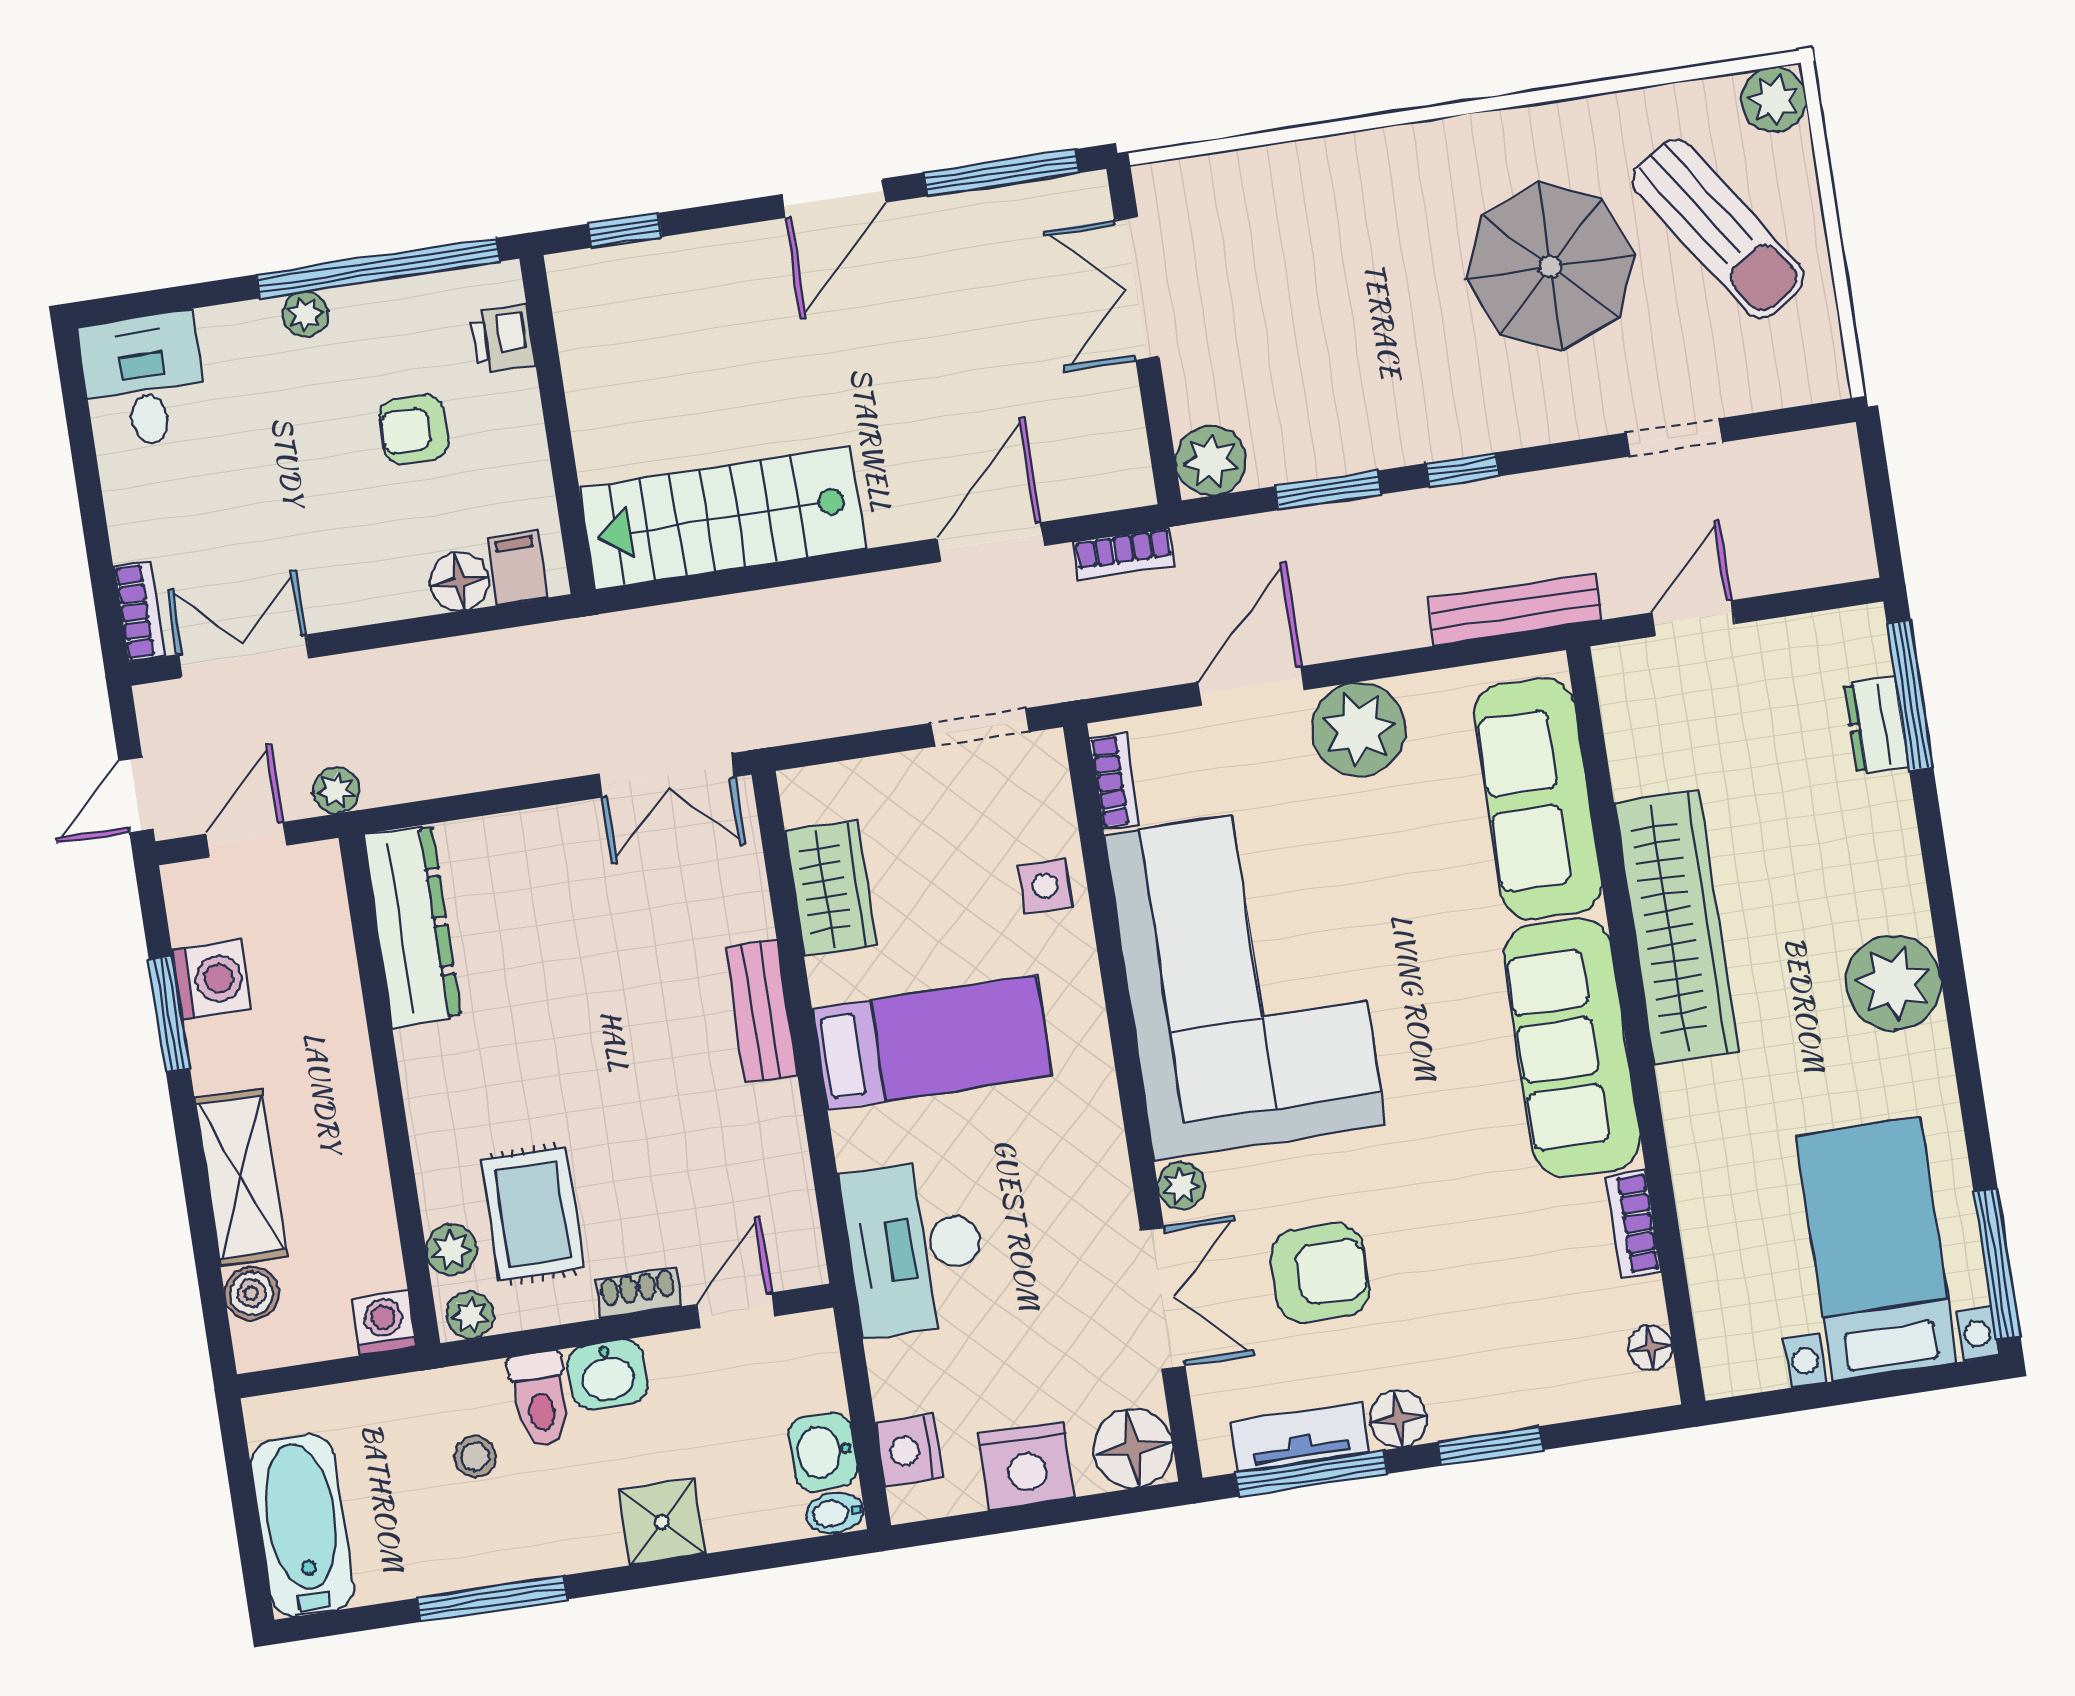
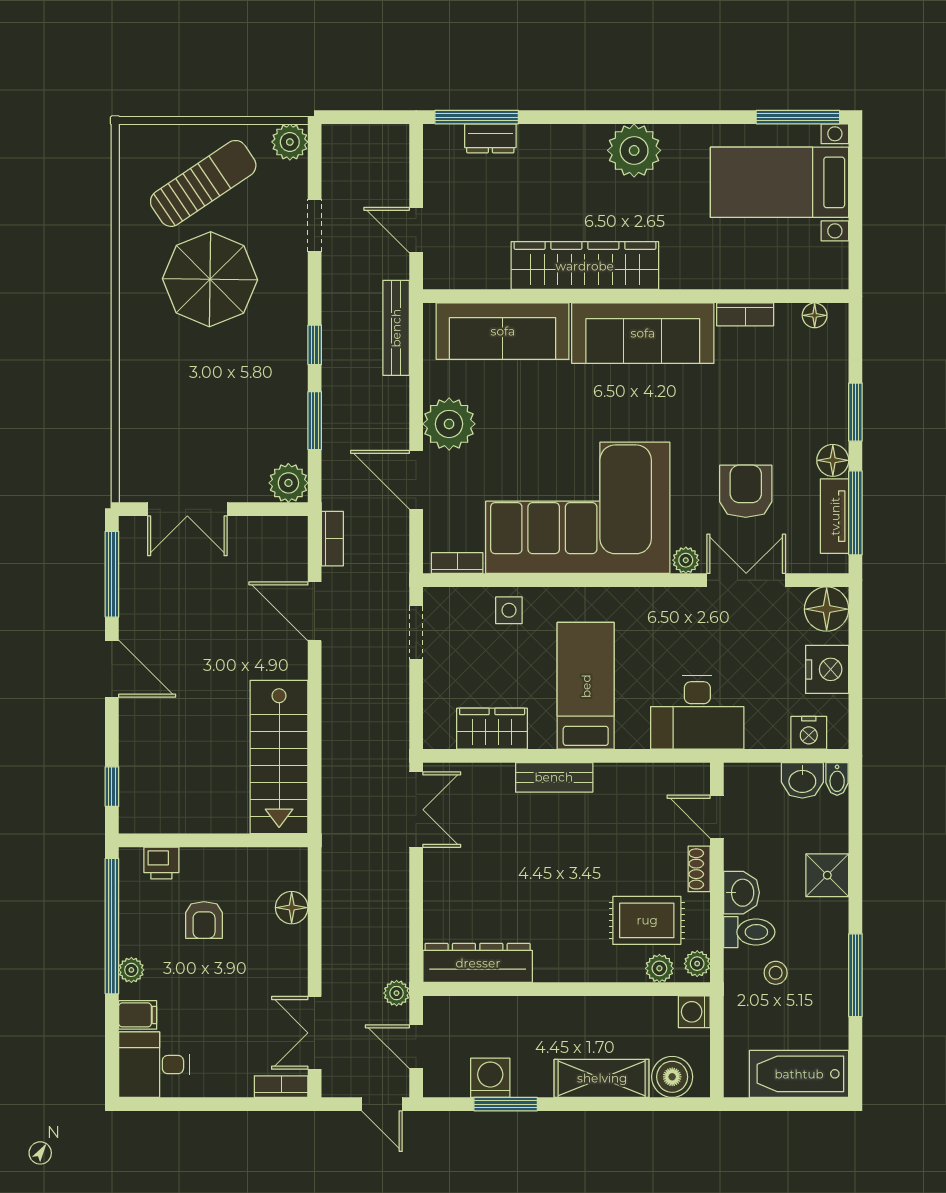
plant: (1774, 100) -> (290, 142), moved
filing cabinet: (517, 568) -> (138, 1015), moved, turned 180
boiler: (252, 1293) -> (672, 1077), width x1.36, depth x1.36

